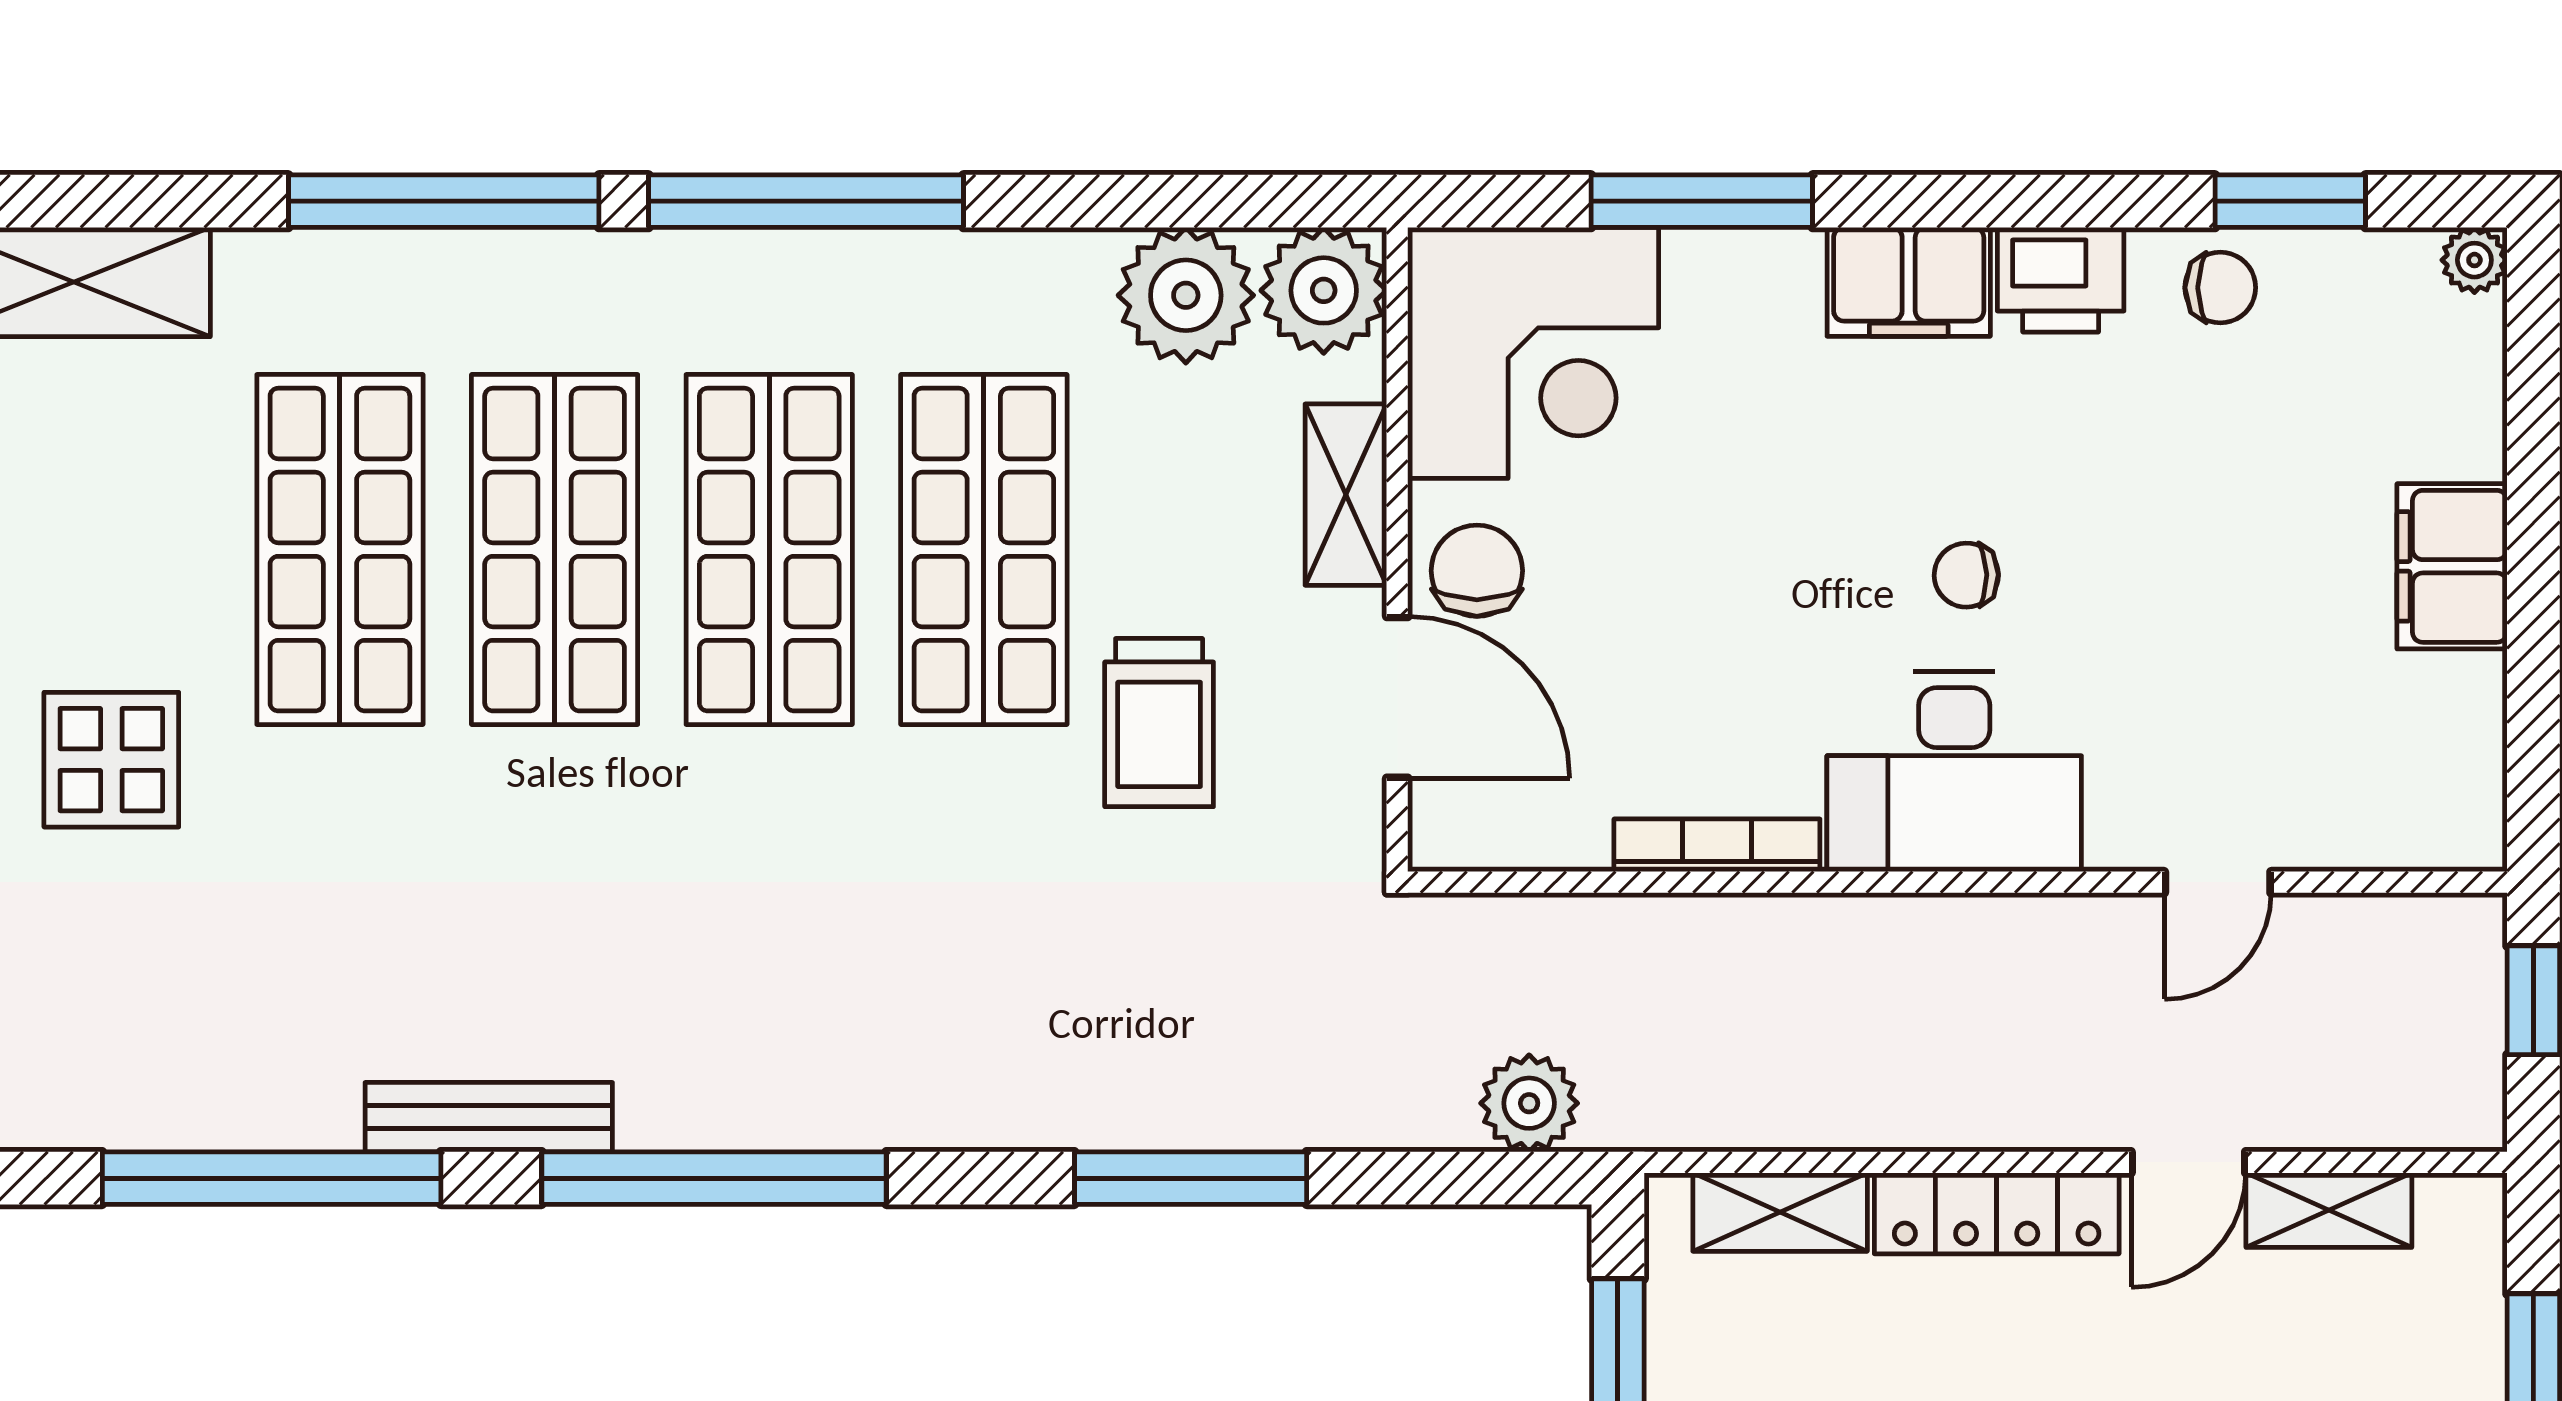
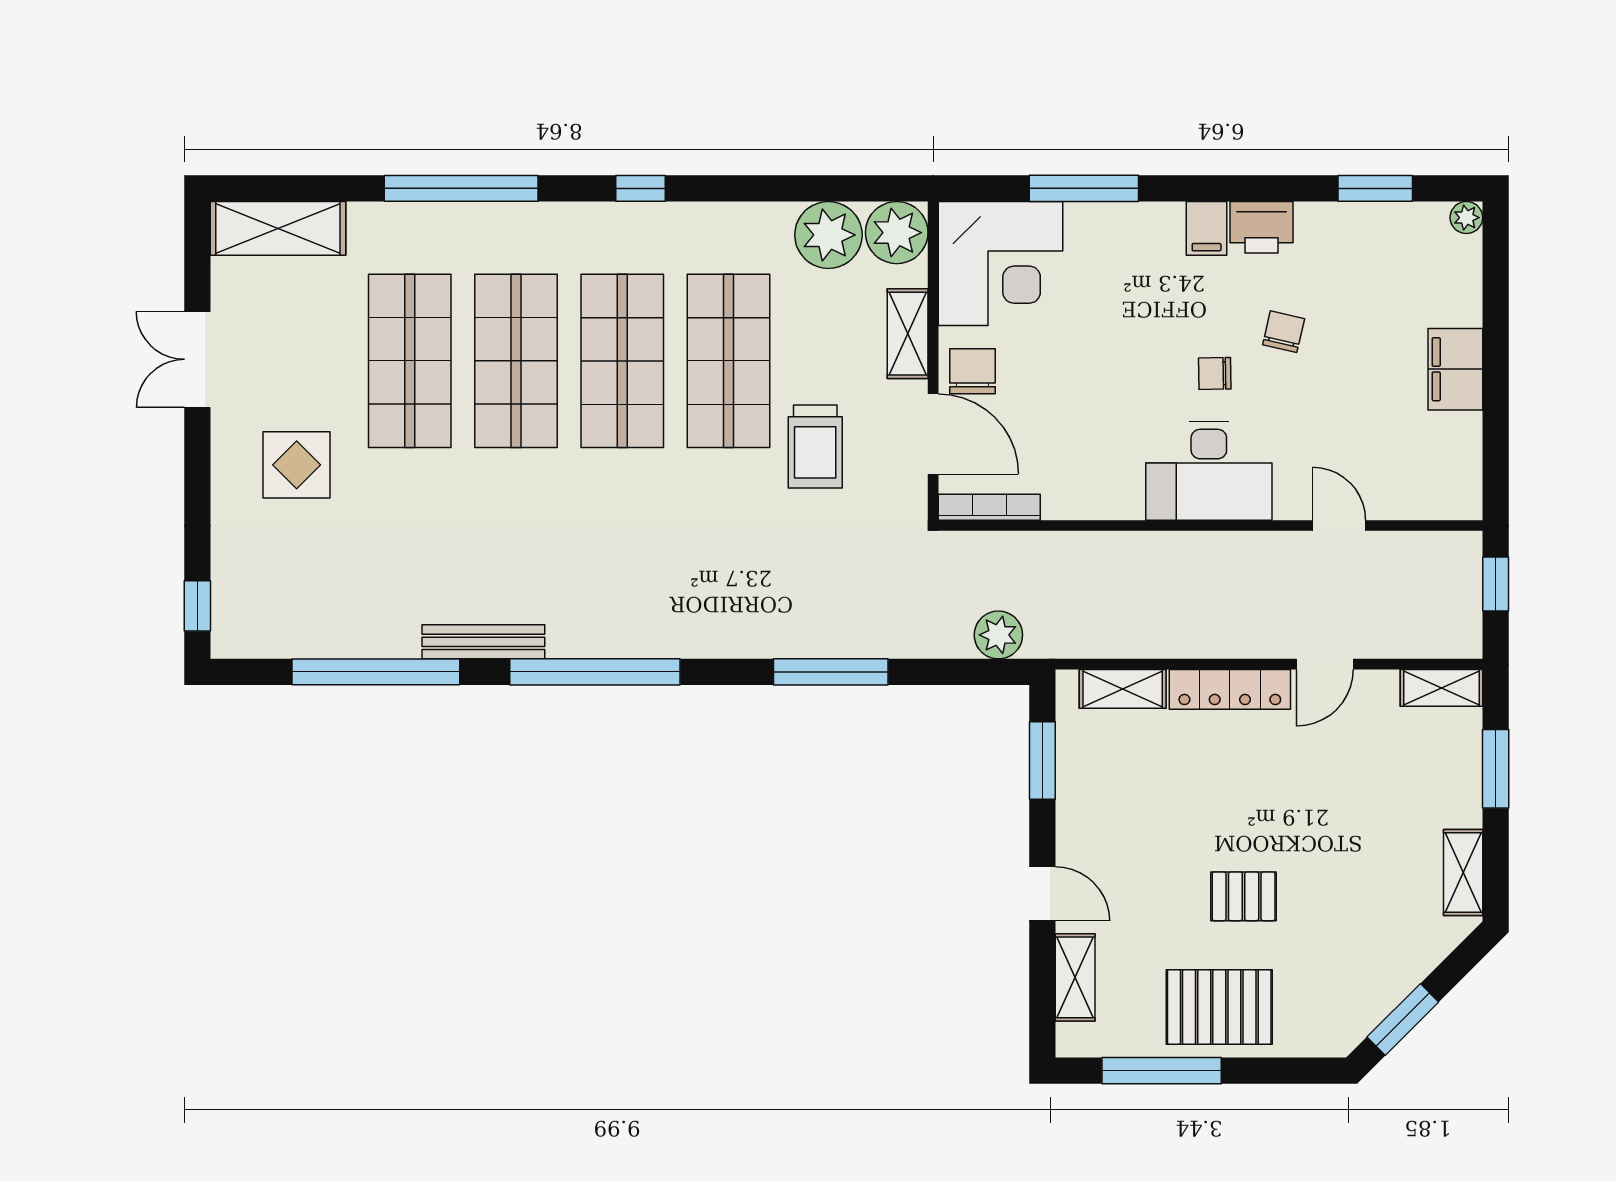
window: (806, 201) -> (640, 188), width x0.32
filing cabinet: (1909, 282) -> (1207, 228), width x0.50
chair: (2220, 288) -> (1284, 332), moved, turned -77
bookcase: (1717, 845) -> (989, 507), moved
door: (2218, 882) -> (1339, 526), swing flipped
shelving: (2329, 1210) -> (1441, 688), moved

